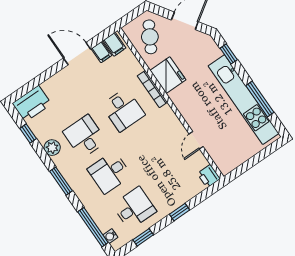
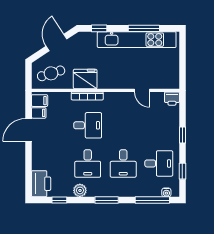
cafe table: (150, 37) -> (51, 73), turned -47
desk: (85, 137) -> (88, 163), turned -90
desk: (134, 208) -> (159, 163), turned 90

